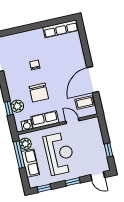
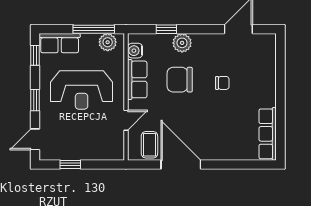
plant: (17, 106) -> (182, 43), moved
row of seats: (30, 163) -> (60, 43), moved

